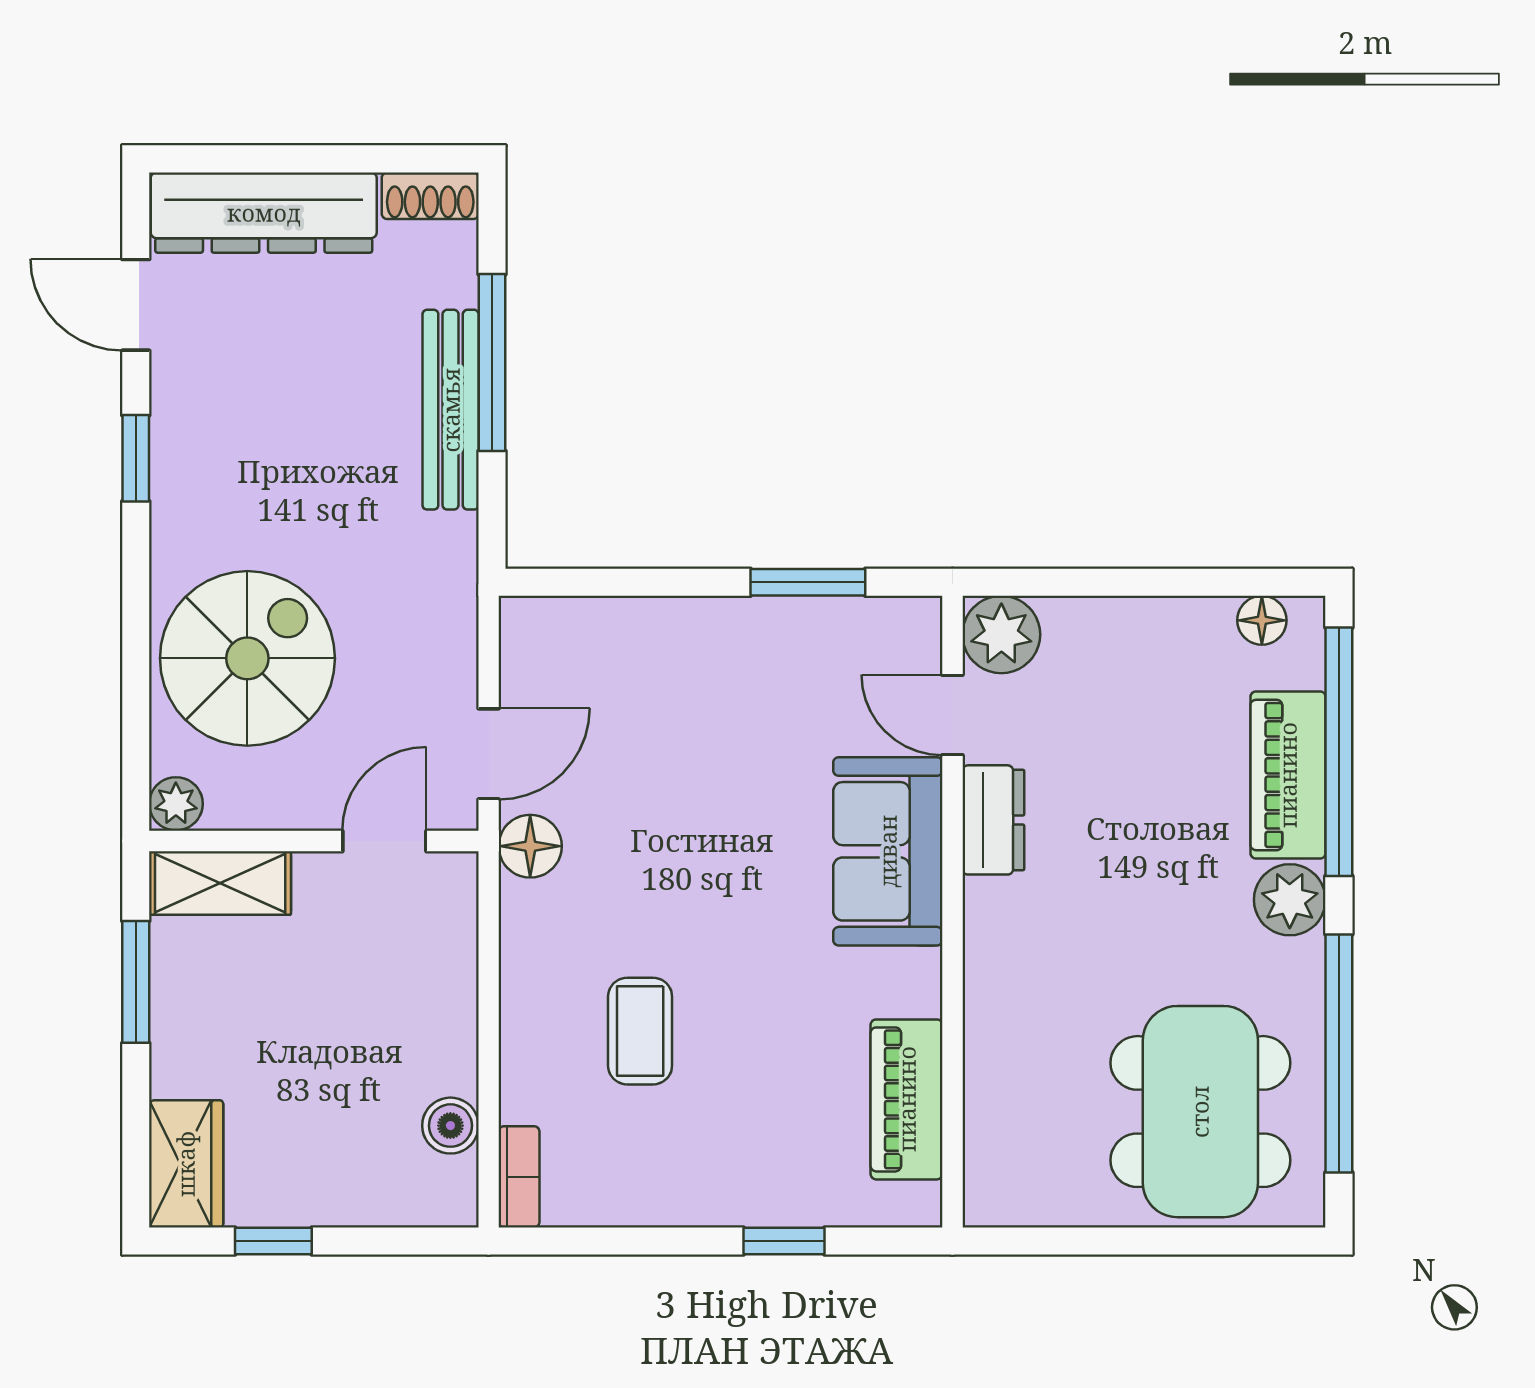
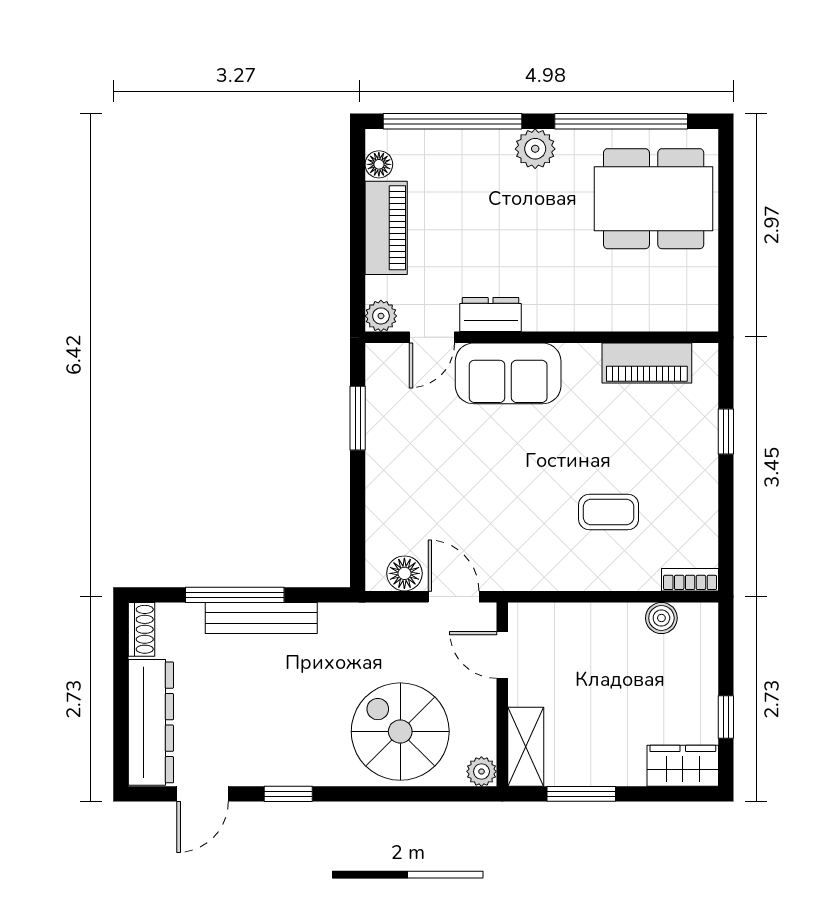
plant: (1001, 634) -> (381, 316), width x0.73, depth x0.73
piano: (1288, 775) -> (386, 228), moved, turned -90
floor lamp: (530, 846) -> (404, 573), moved

